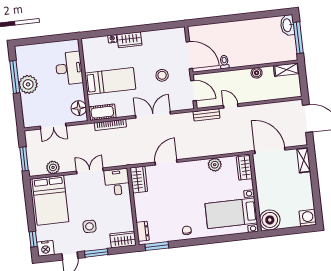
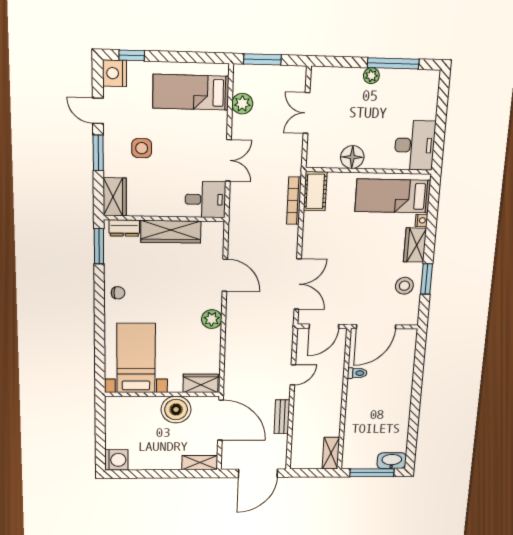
window: (152, 27) -> (426, 279), added
desk: (69, 68) -> (415, 145), moved, turned -90
boiler: (257, 73) -> (334, 414), removed
stool: (162, 75) -> (404, 286), moved
bed: (110, 81) -> (393, 196), moved, turned 90
plant: (28, 84) -> (371, 76), width x0.53, depth x0.53
floor lamp: (79, 108) -> (352, 157), moved
double door: (153, 115) -> (298, 284), moved
bench: (206, 115) -> (282, 417), moved
door: (270, 150) -> (220, 420), hinge flipped
plant: (215, 165) -> (212, 319), moved
wardrobe: (139, 180) -> (171, 232), moved, width x1.50
bed: (50, 200) -> (191, 92), width x0.67
boiler: (270, 220) -> (176, 409), moved

